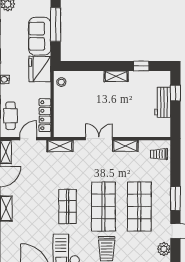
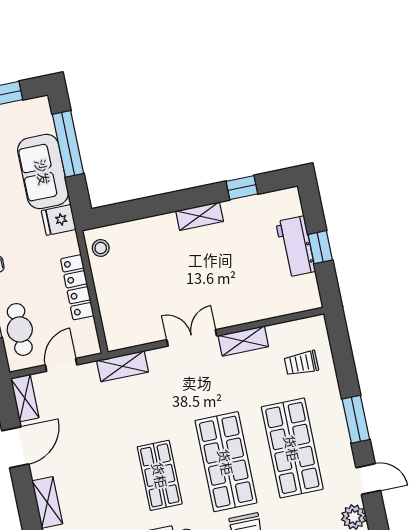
fridge: (40, 69) -> (59, 220), width x0.53, depth x0.75
window: (175, 93) -> (320, 247), moved
locker: (45, 115) -> (77, 287), moved
trolley: (159, 154) -> (301, 363), moved

